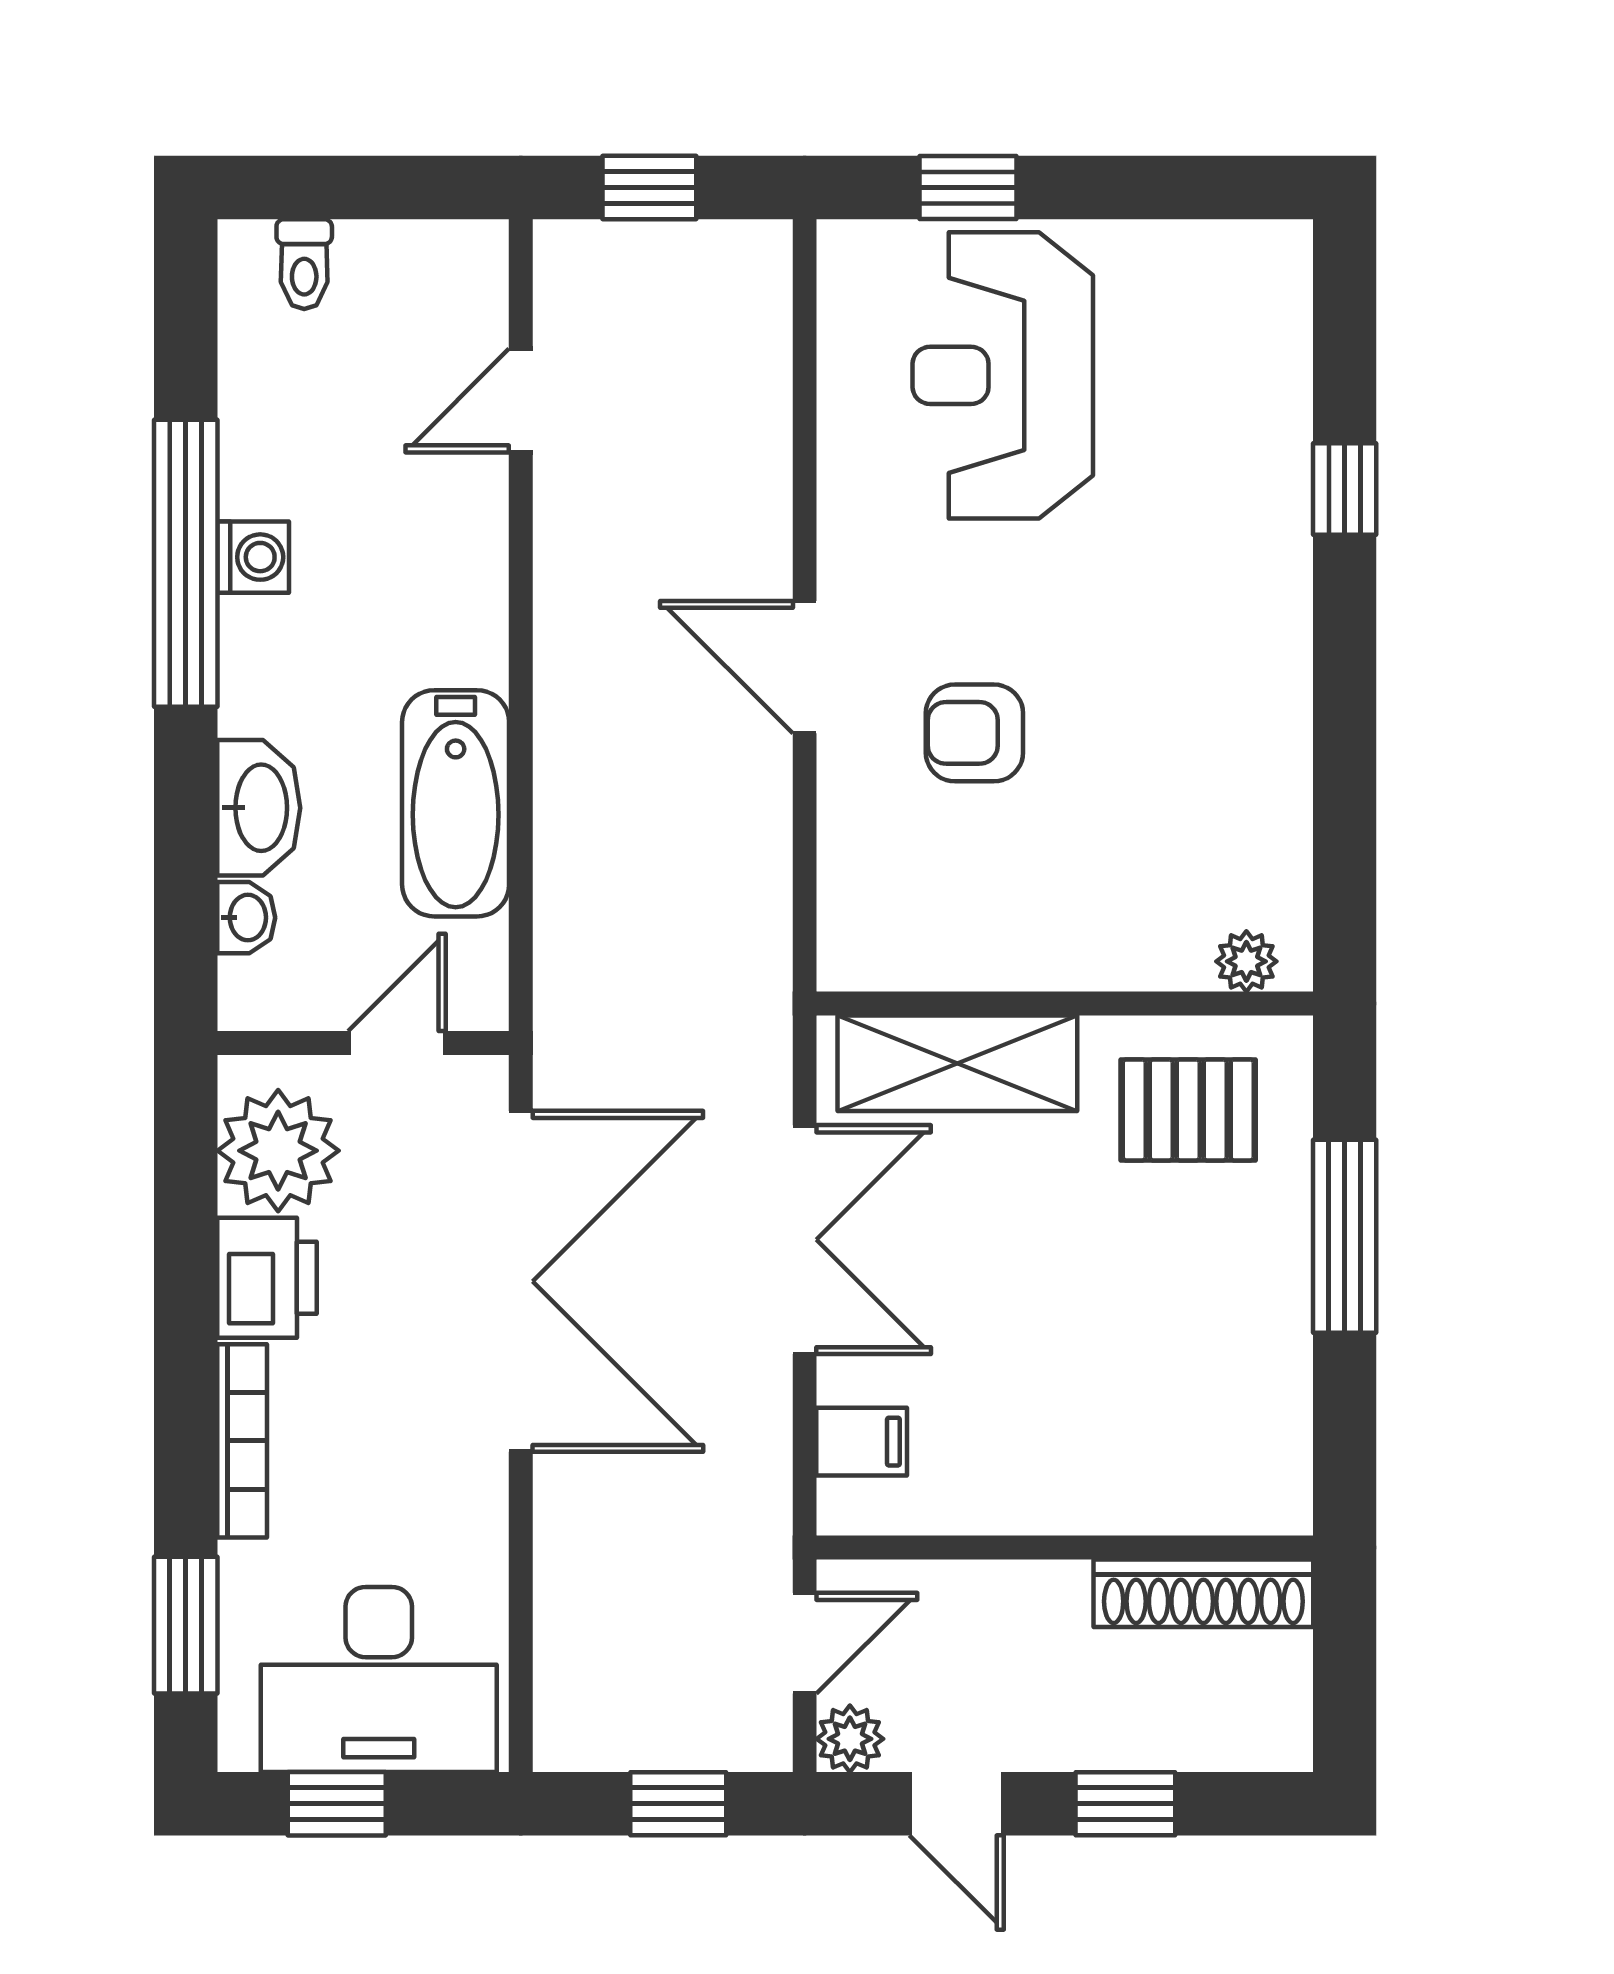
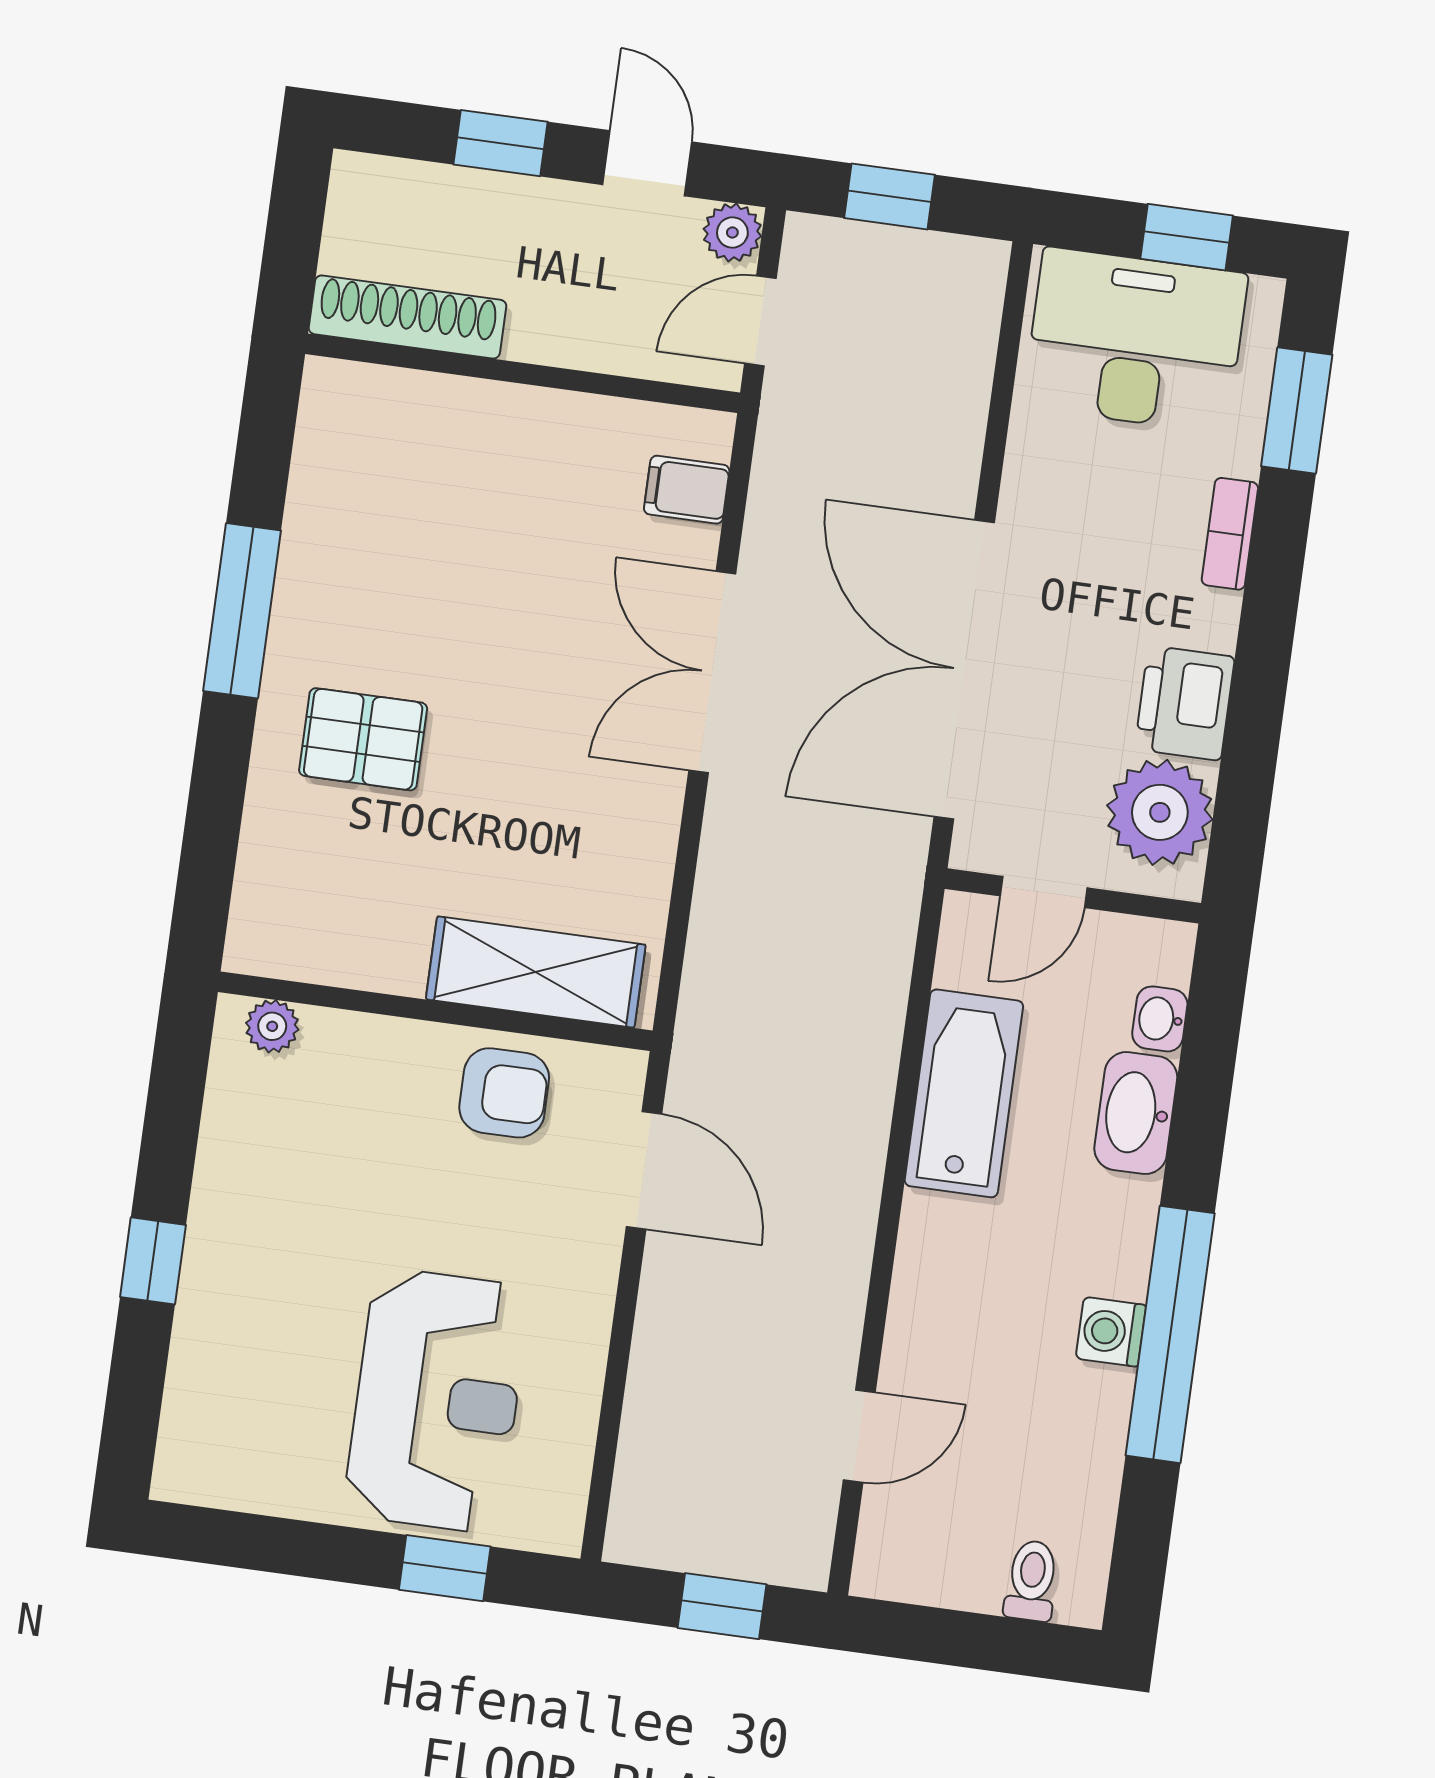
plant: (1246, 961) -> (272, 1026), moved
wall: (1065, 1004) -> (435, 1011), moved
shelving: (957, 1063) -> (536, 972), moved
bookcase: (242, 1441) -> (1230, 534), width x0.64

